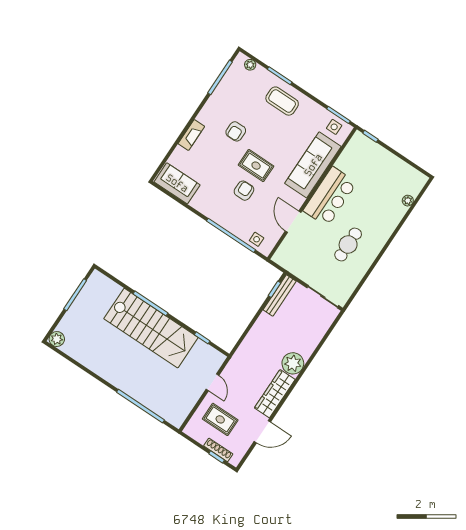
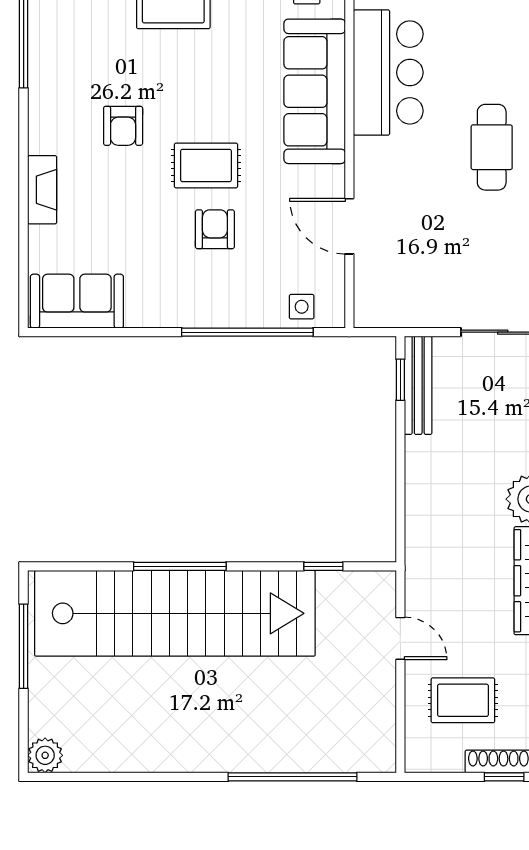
bar counter: (330, 197) -> (388, 72), moved
cafe table: (348, 244) -> (492, 147), moved
stairs: (151, 328) -> (175, 613), width x1.36

